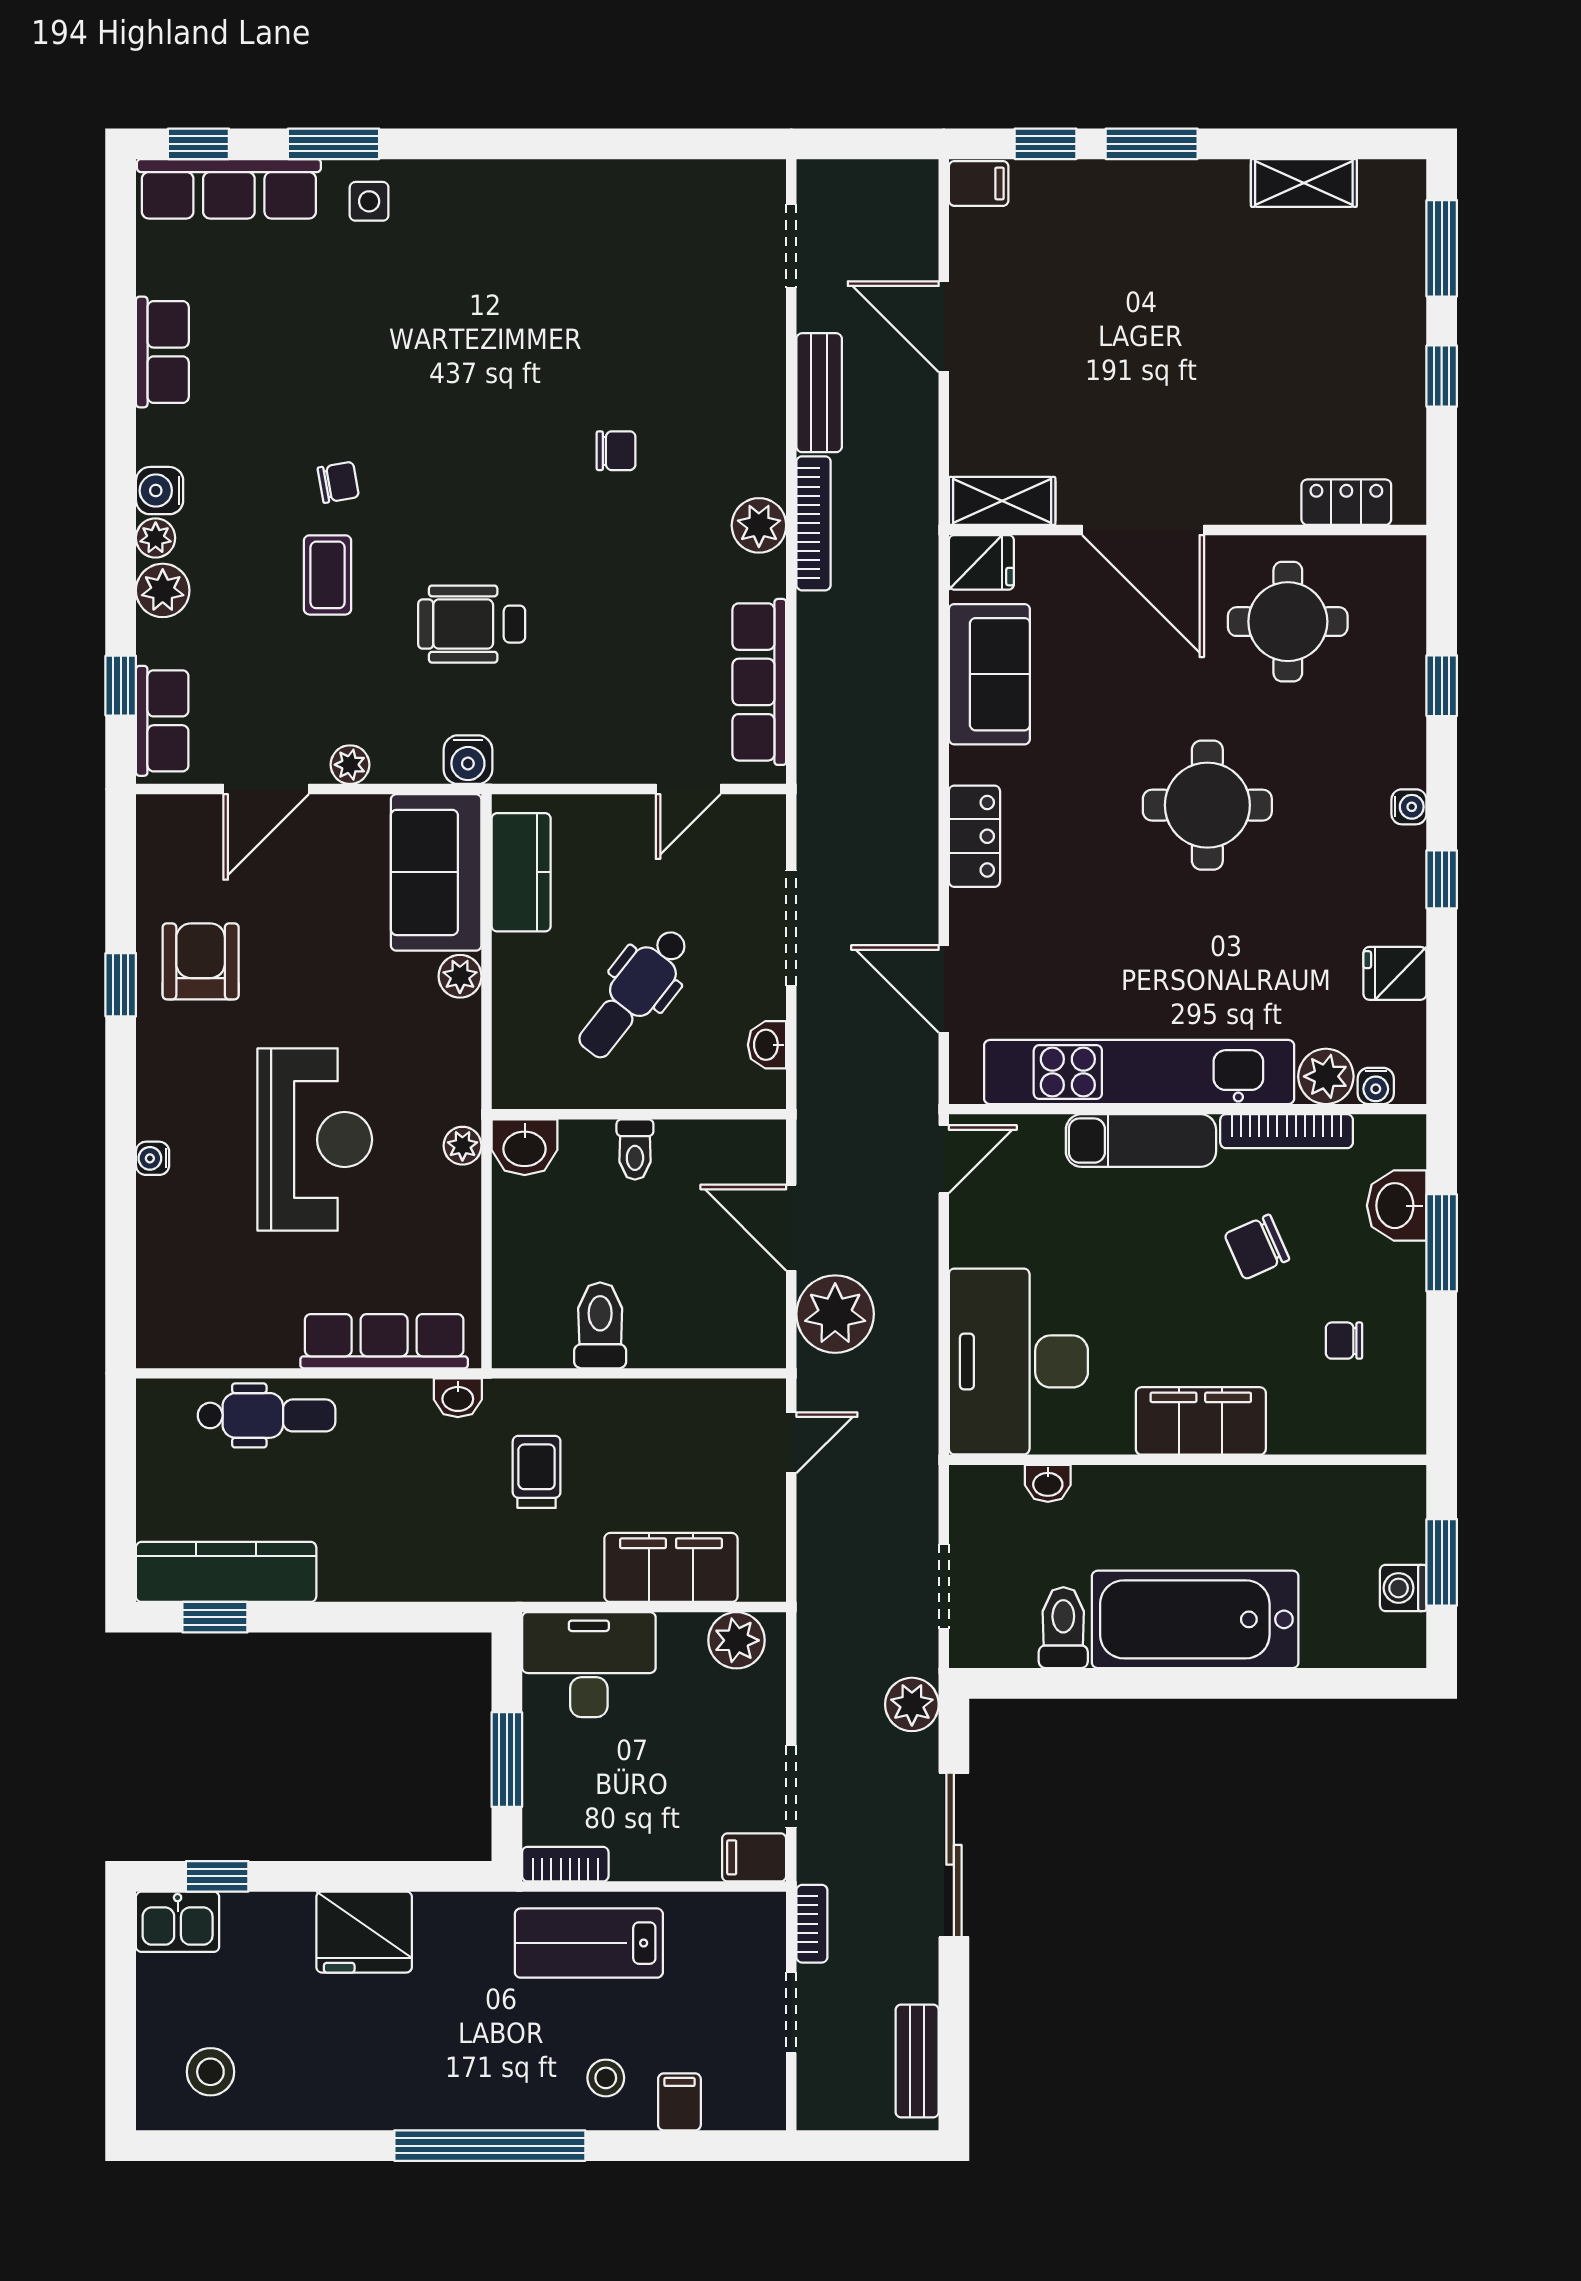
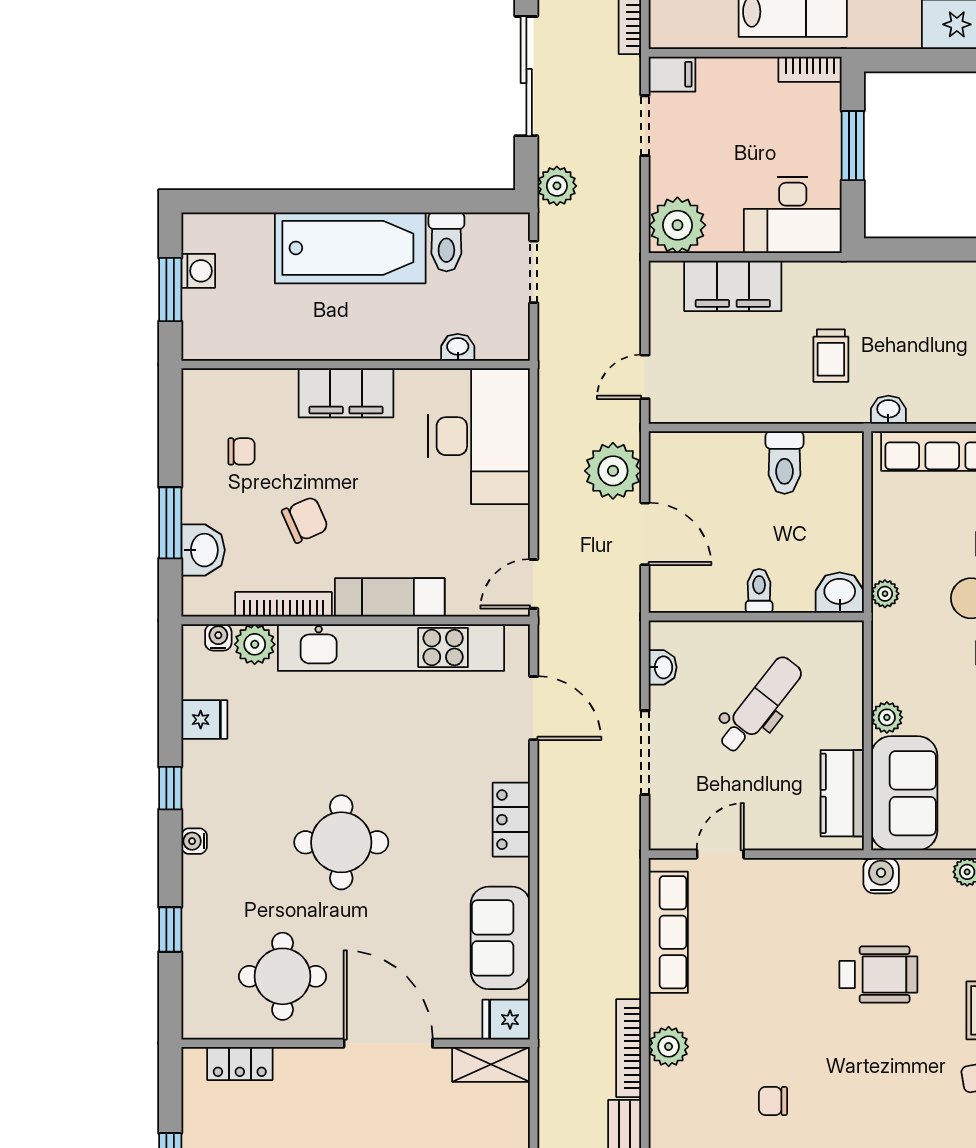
plant: (737, 1640) -> (677, 225), width x1.36, depth x1.36

